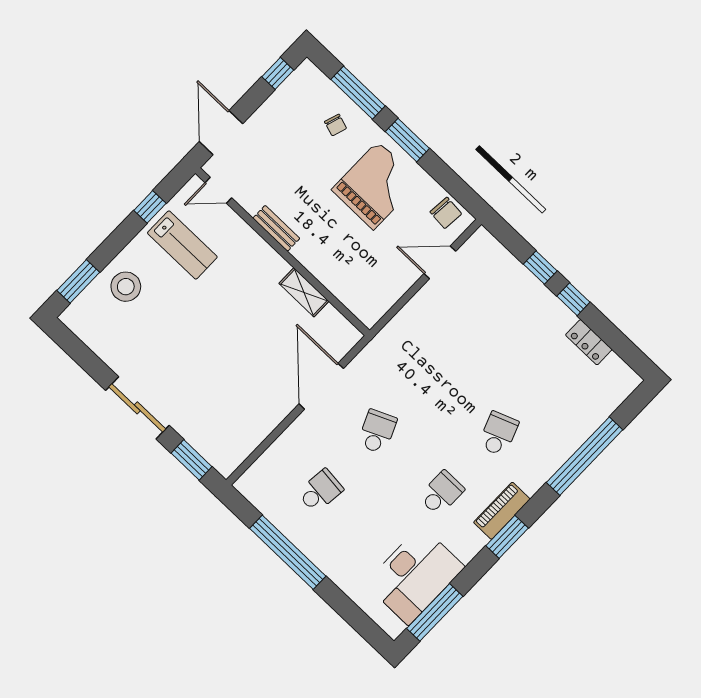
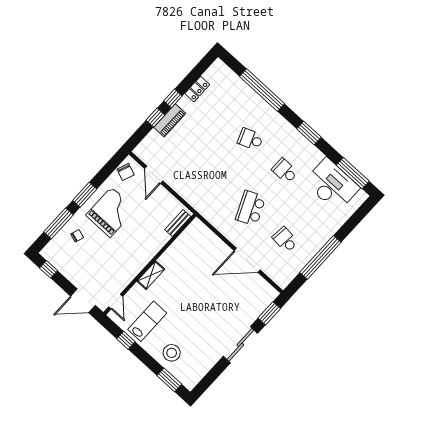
grand piano: (376, 185) -> (111, 212), turned 90
chair: (446, 213) -> (126, 172), turned 106
bench: (276, 228) -> (178, 223), moved
shelving: (304, 292) -> (151, 275), moved
door: (321, 386) -> (247, 260), moved
school desk: (377, 432) -> (251, 208), width x1.85
piano: (502, 511) -> (170, 120), moved, turned -90

